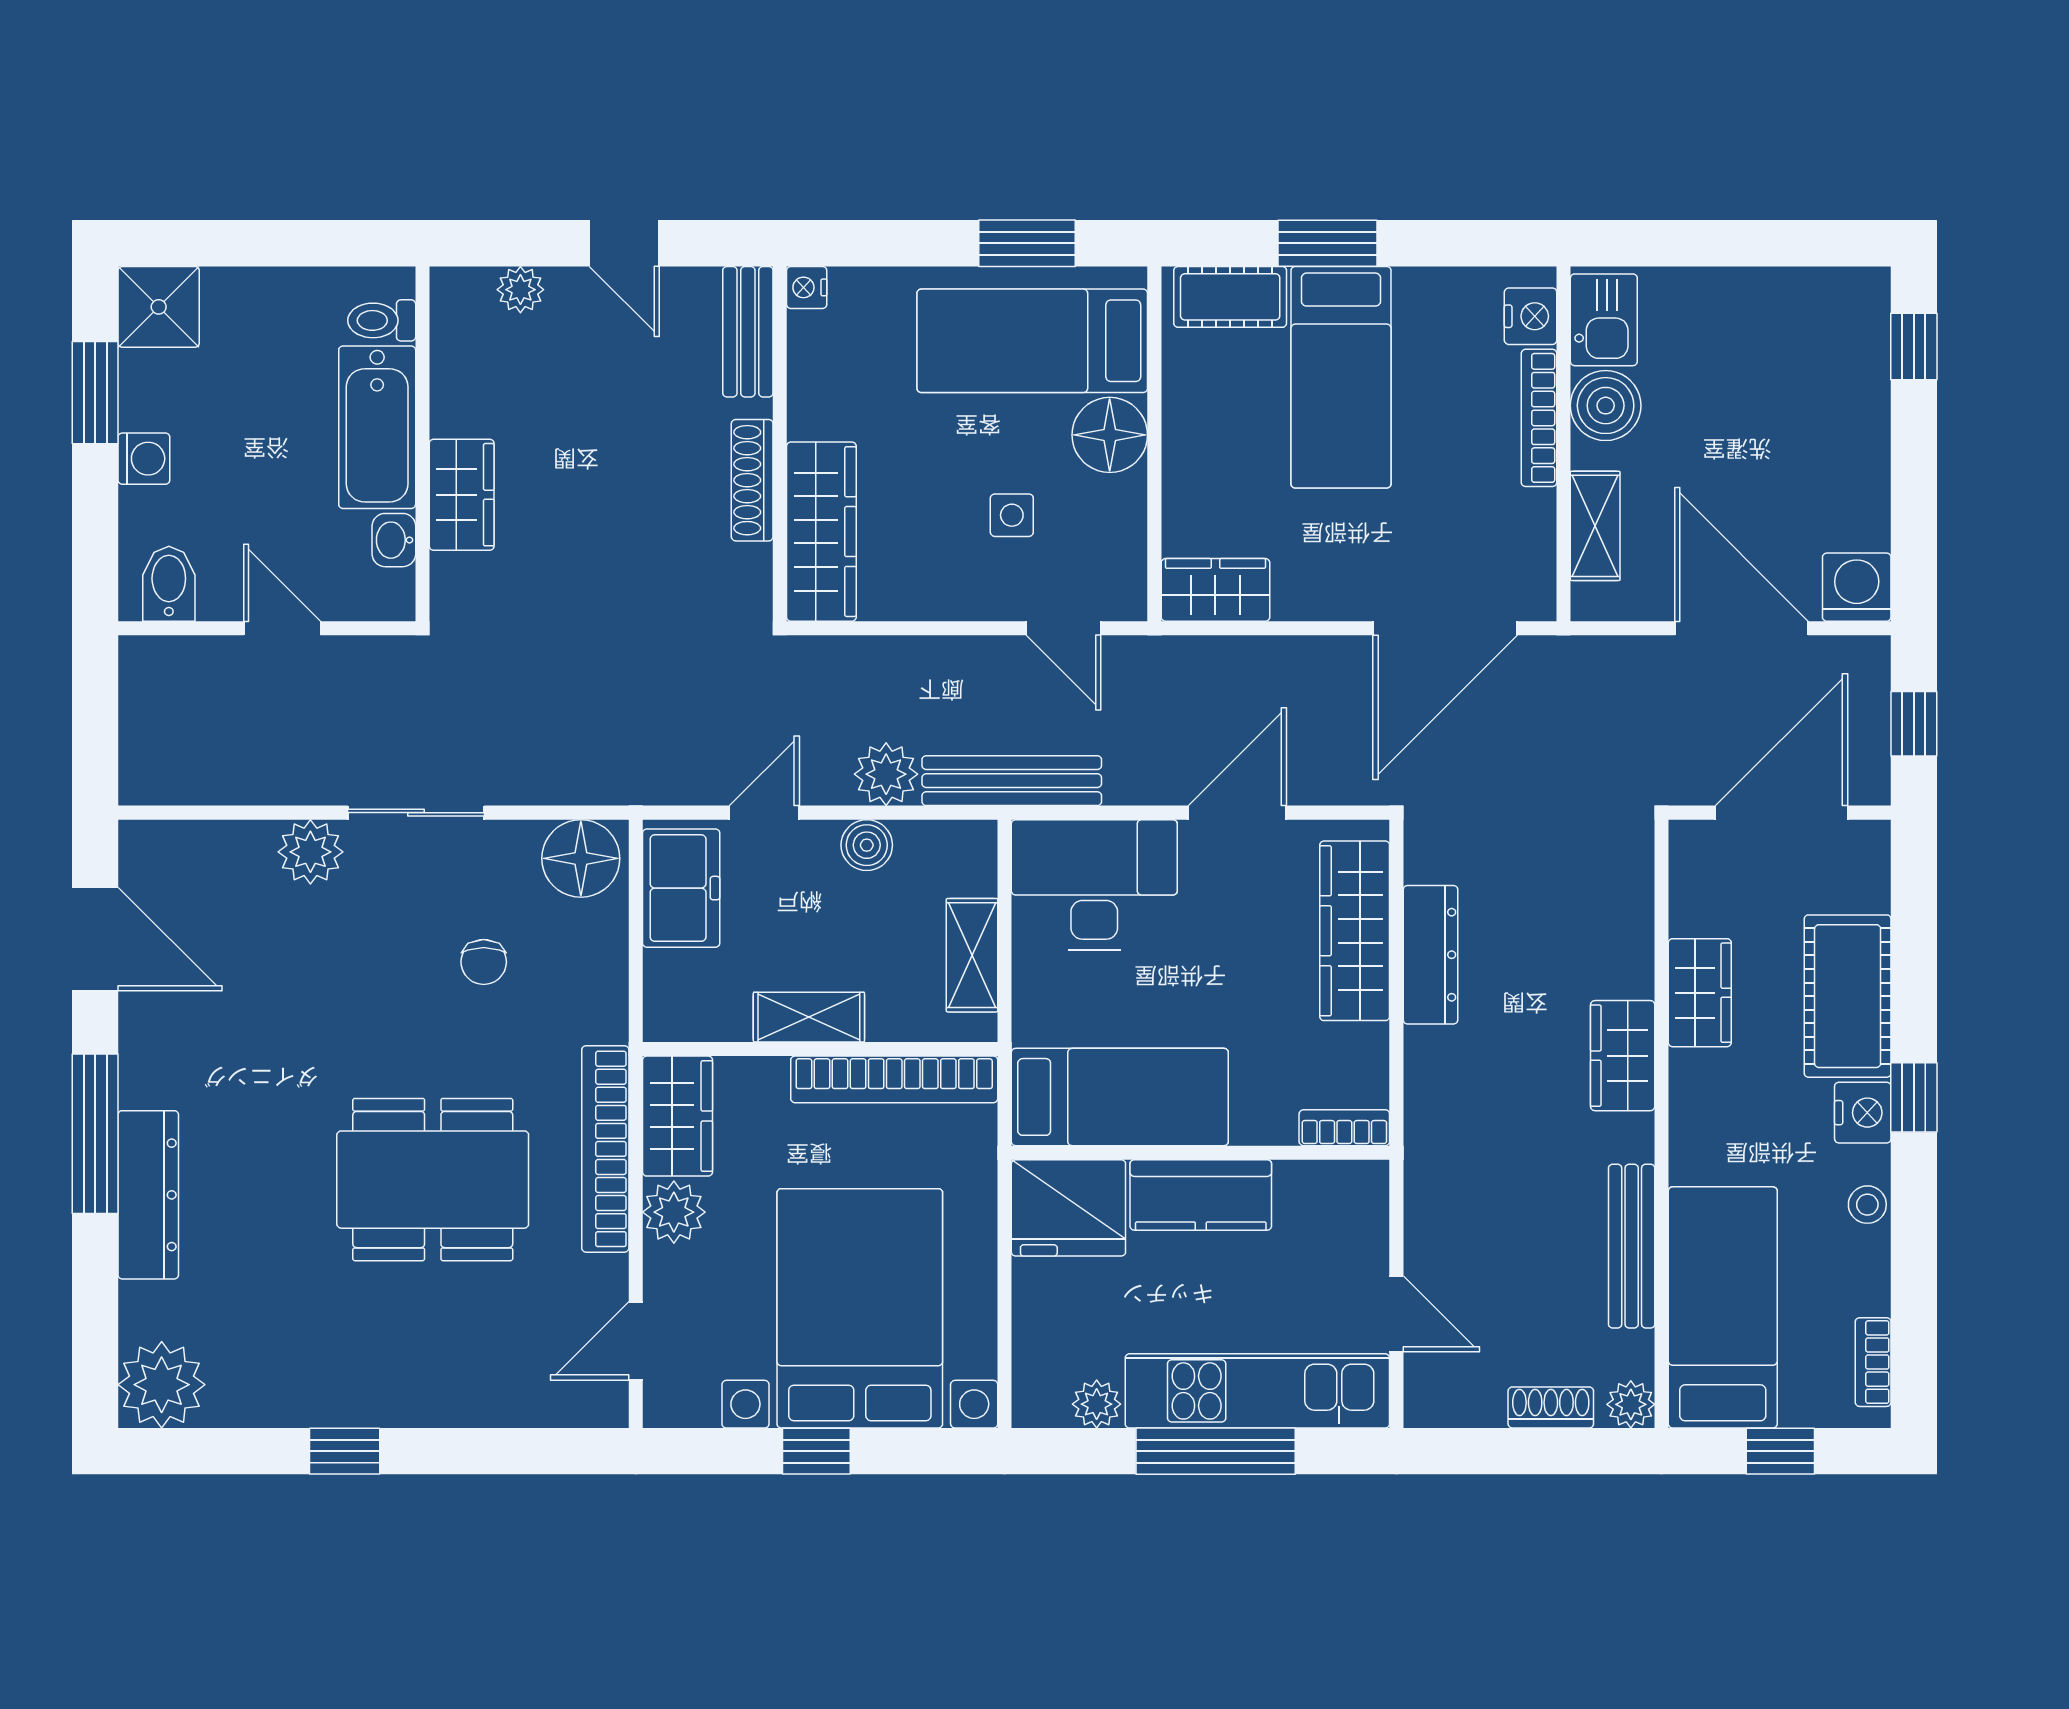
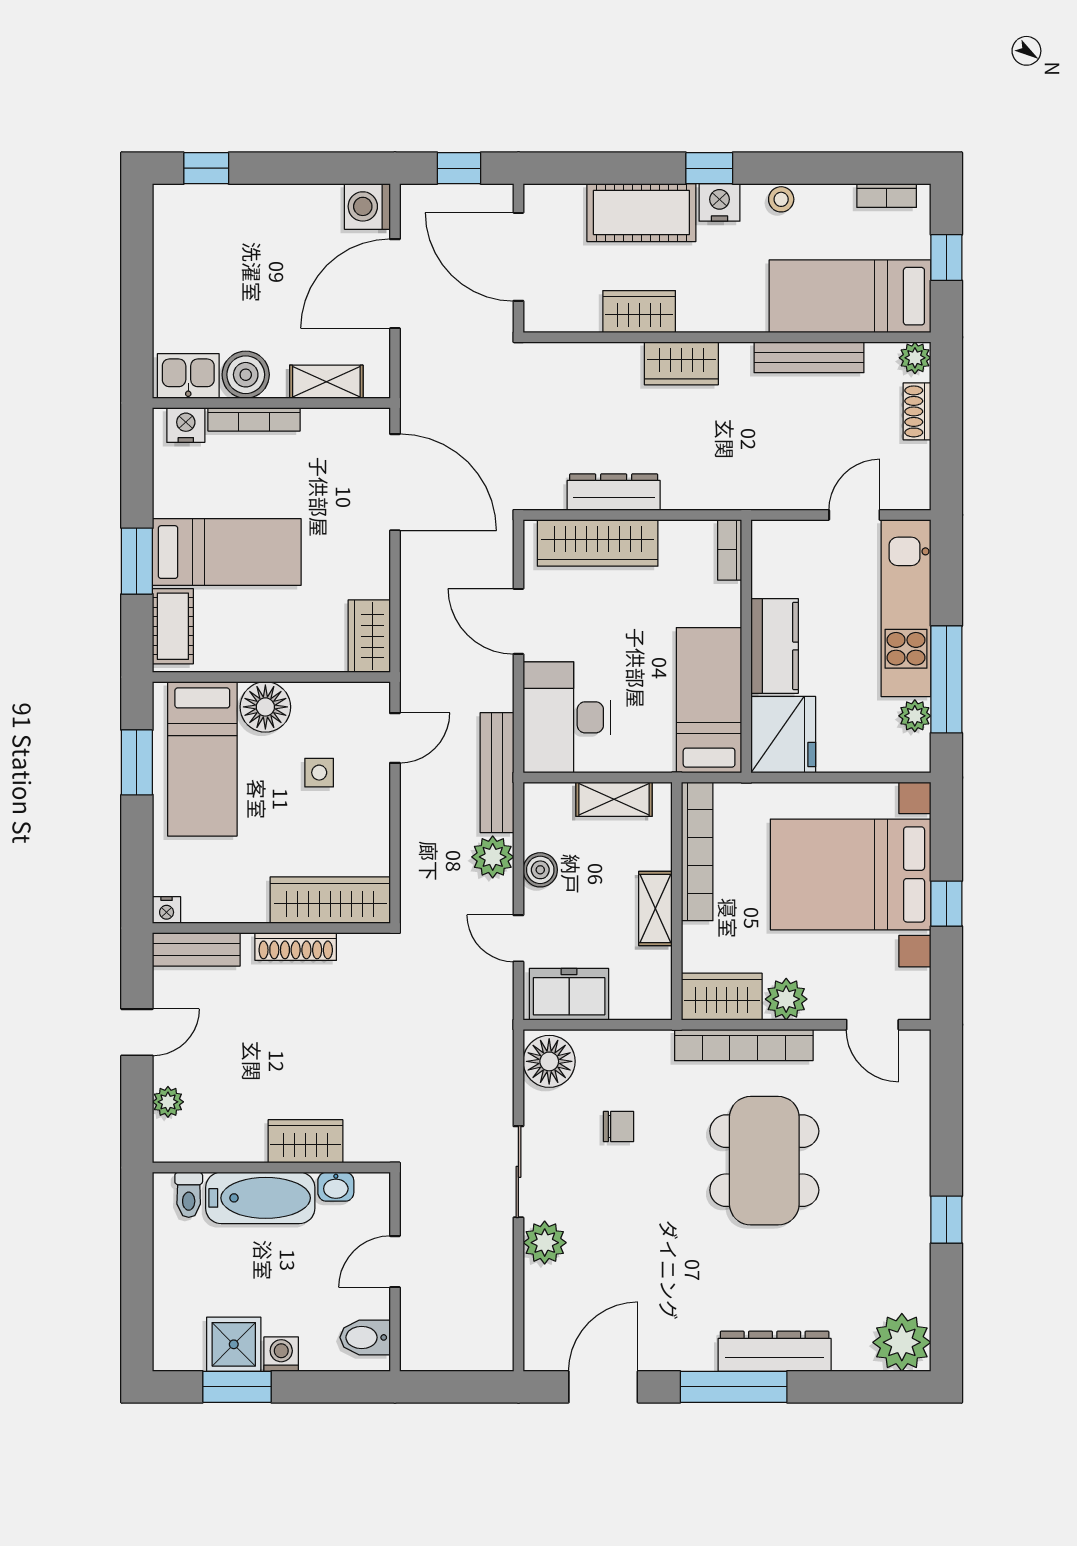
shower: (159, 307) -> (234, 1344), moved
window: (1216, 1451) -> (946, 679), moved

